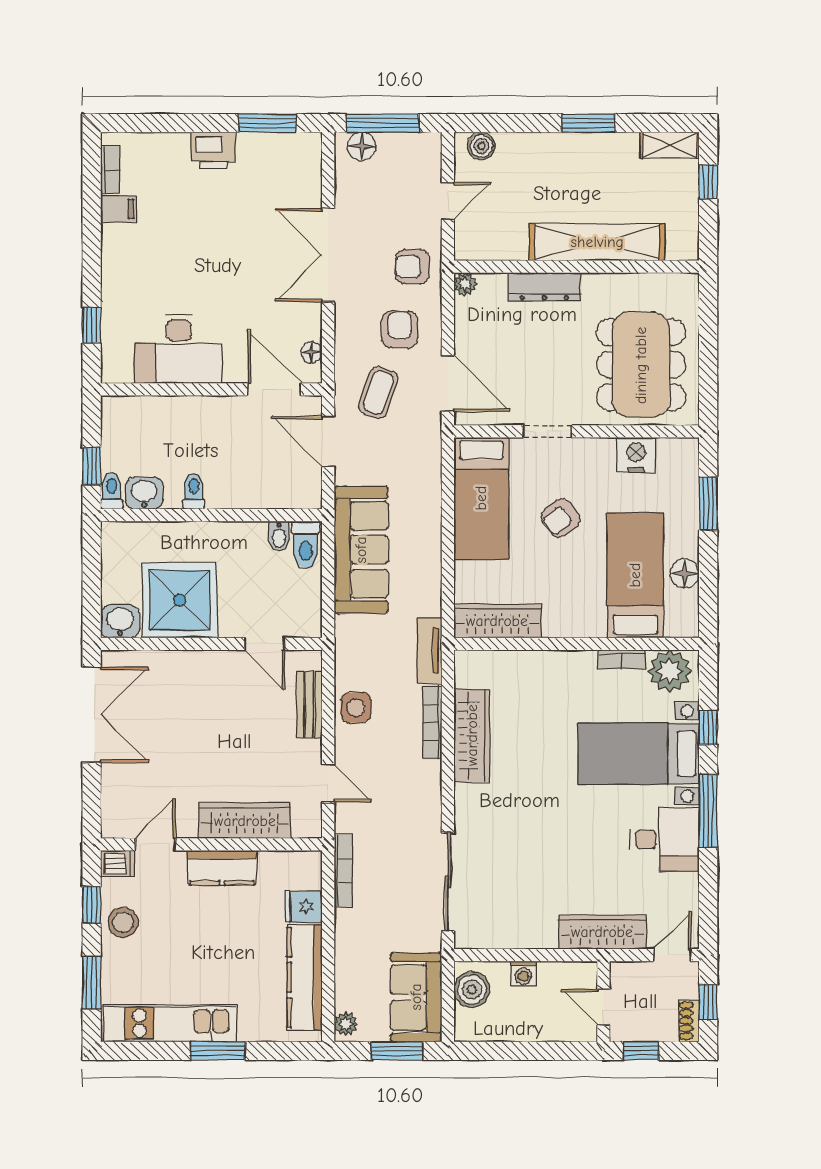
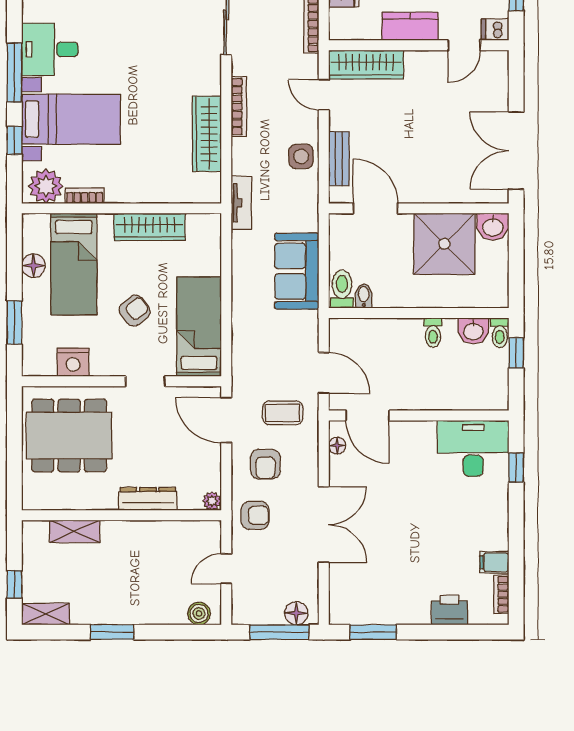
printer: (213, 150) -> (450, 610), moved
shelving: (597, 242) -> (75, 531), width x0.45, depth x0.75
desk: (179, 349) -> (473, 448), moved
dining table: (641, 365) -> (69, 435), turned 90
coffee table: (378, 393) -> (283, 413), turned 71
sofa: (361, 550) -> (297, 271), width x0.73
wardrobe: (497, 621) -> (149, 227), moved
door: (265, 644) -> (375, 208), width x1.38
bookcase: (432, 722) -> (239, 107), moved
wardrobe: (245, 821) -> (366, 65), moved

